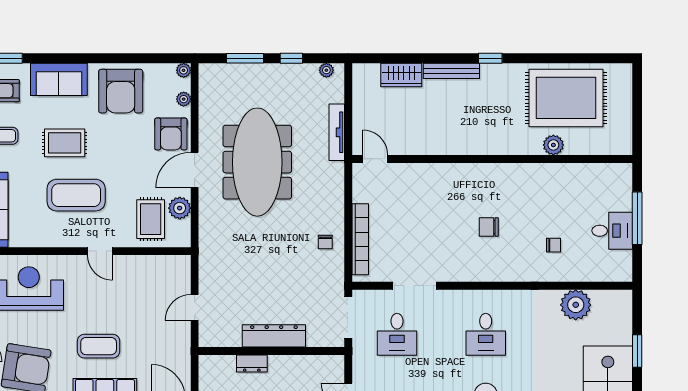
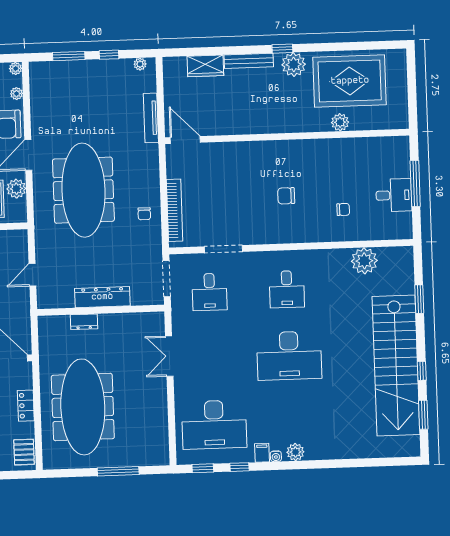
plant: (503, 77) -> (294, 65), added
door: (375, 159) -> (185, 140), width x1.38
meeting table: (257, 162) -> (83, 190), moved

